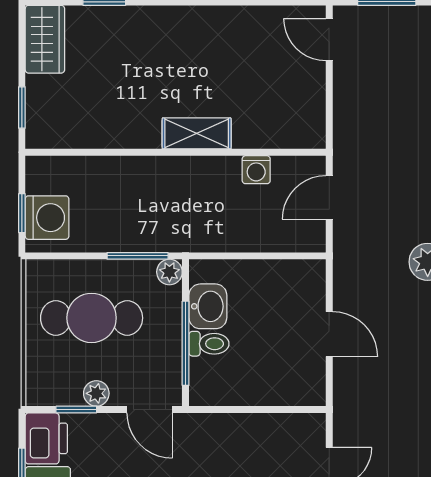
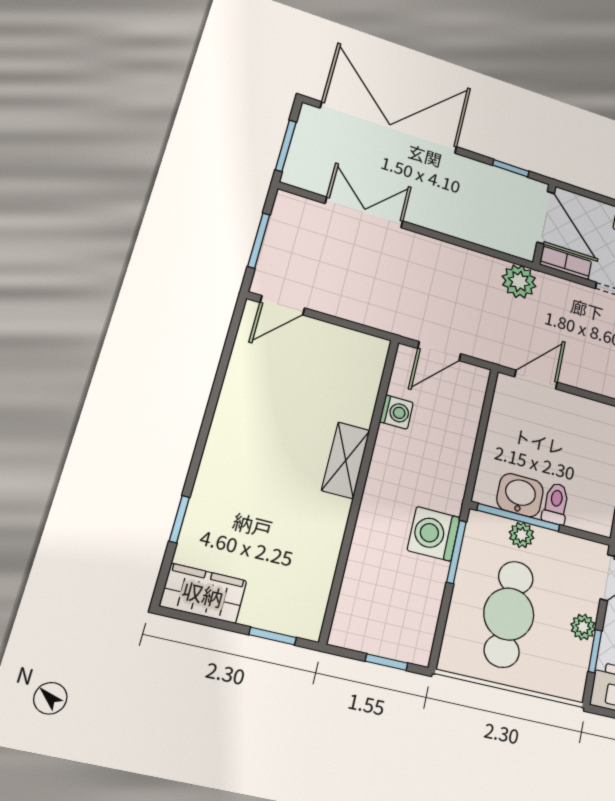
door: (329, 197) -> (439, 351), hinge flipped
washing machine: (47, 218) -> (434, 534), moved, turned -90
plant: (169, 272) -> (522, 535), moved
door: (329, 334) -> (536, 379), moved
window: (186, 343) -> (519, 518), moved

